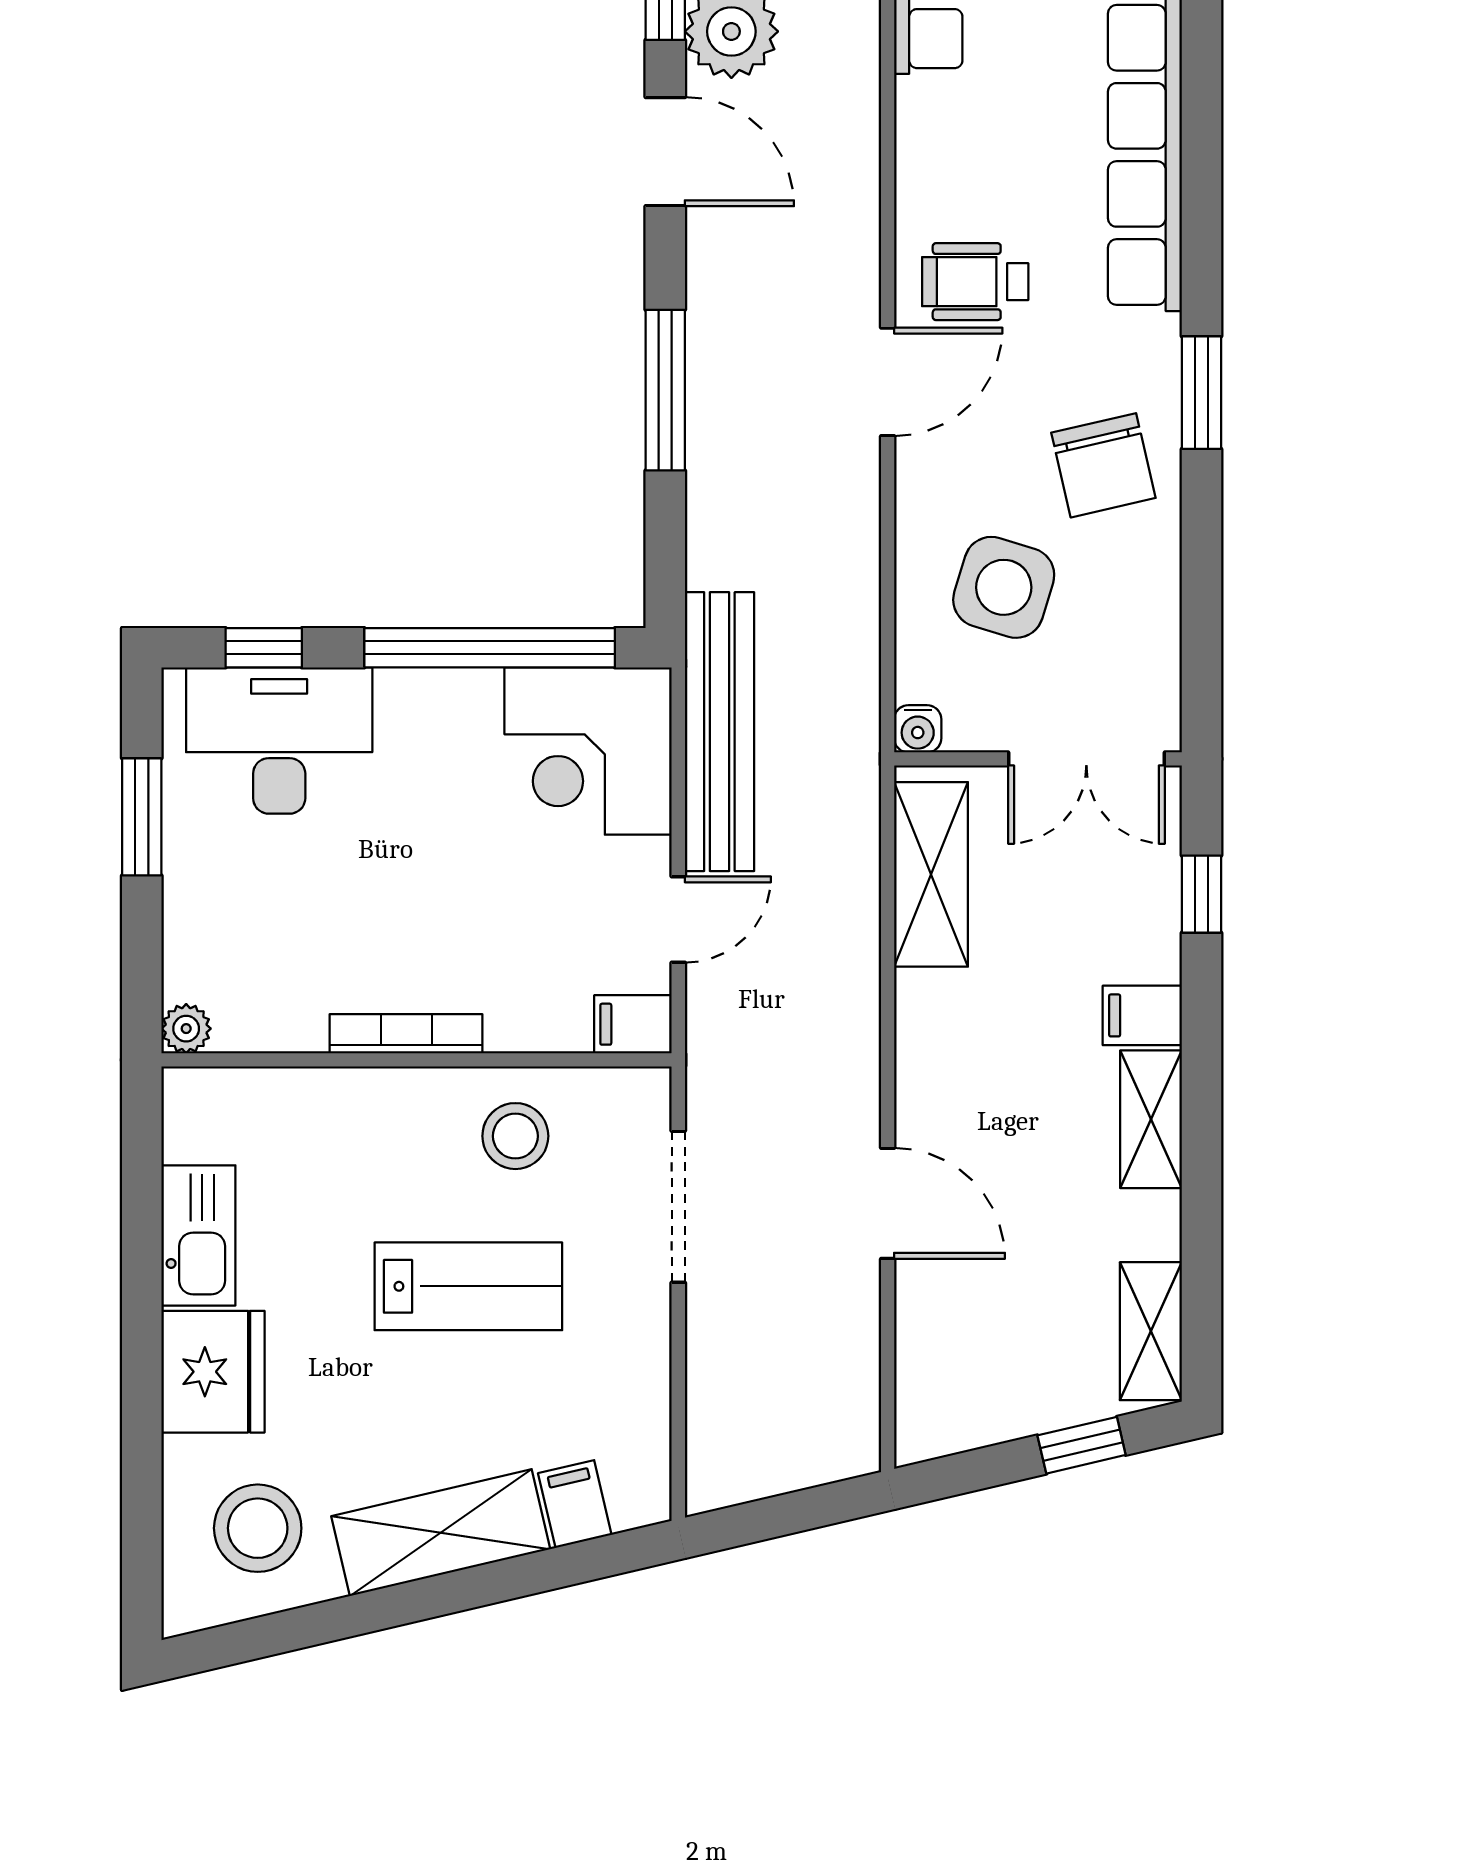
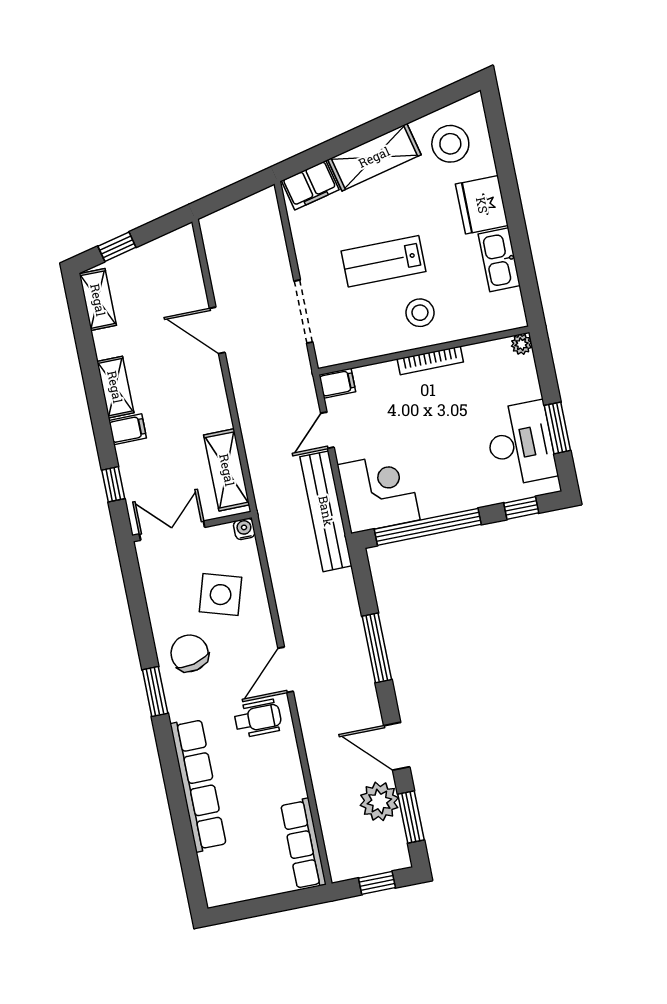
desk: (279, 741) -> (521, 443), moved, turned -90
stool: (515, 1136) -> (420, 313), moved
filing cabinet: (575, 1504) -> (310, 185), width x2.00

